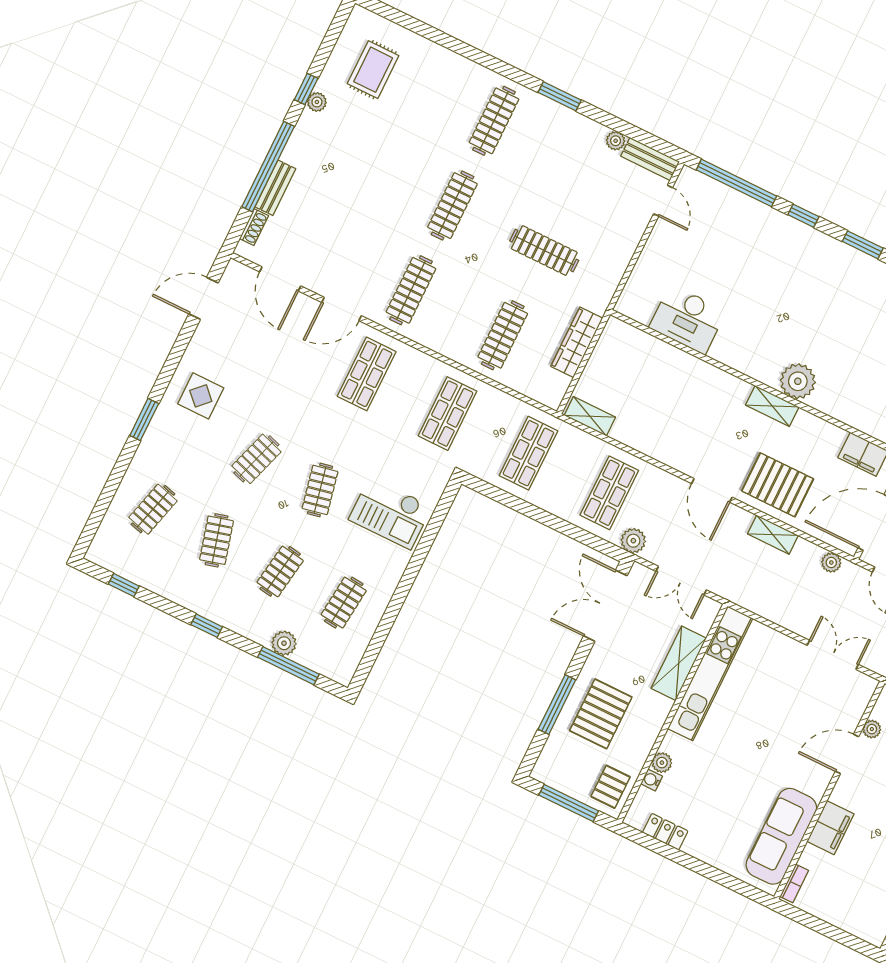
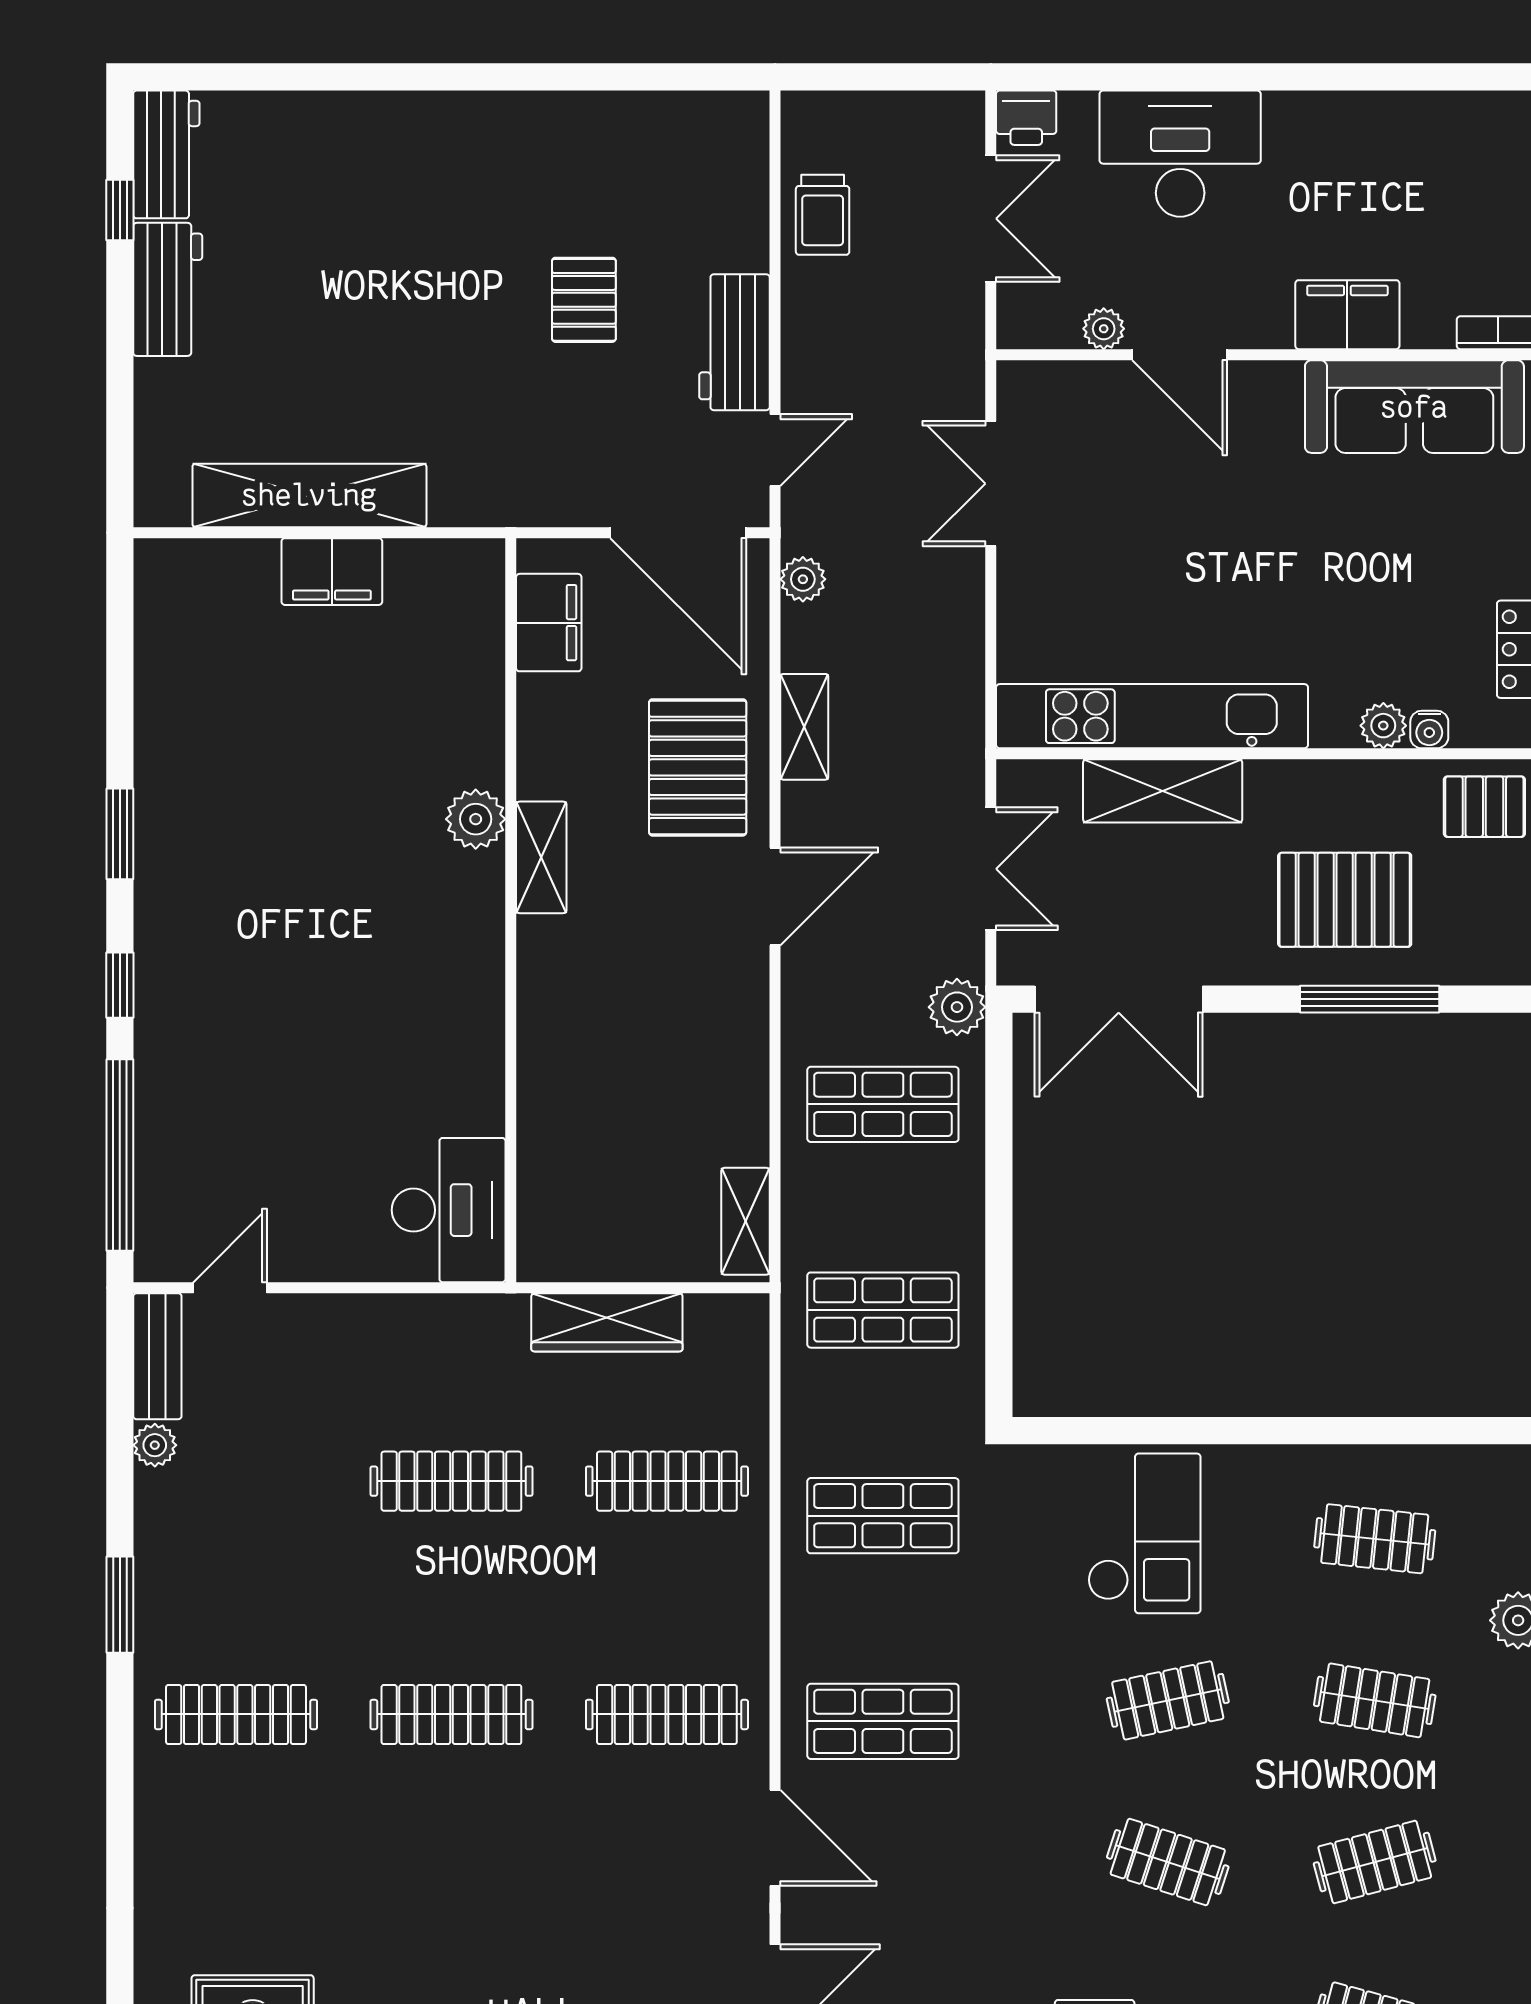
clothes rail: (544, 251) -> (451, 1481), turned 90
desk: (688, 319) -> (449, 1210), moved
plant: (798, 381) -> (476, 819), width x0.73, depth x0.73

